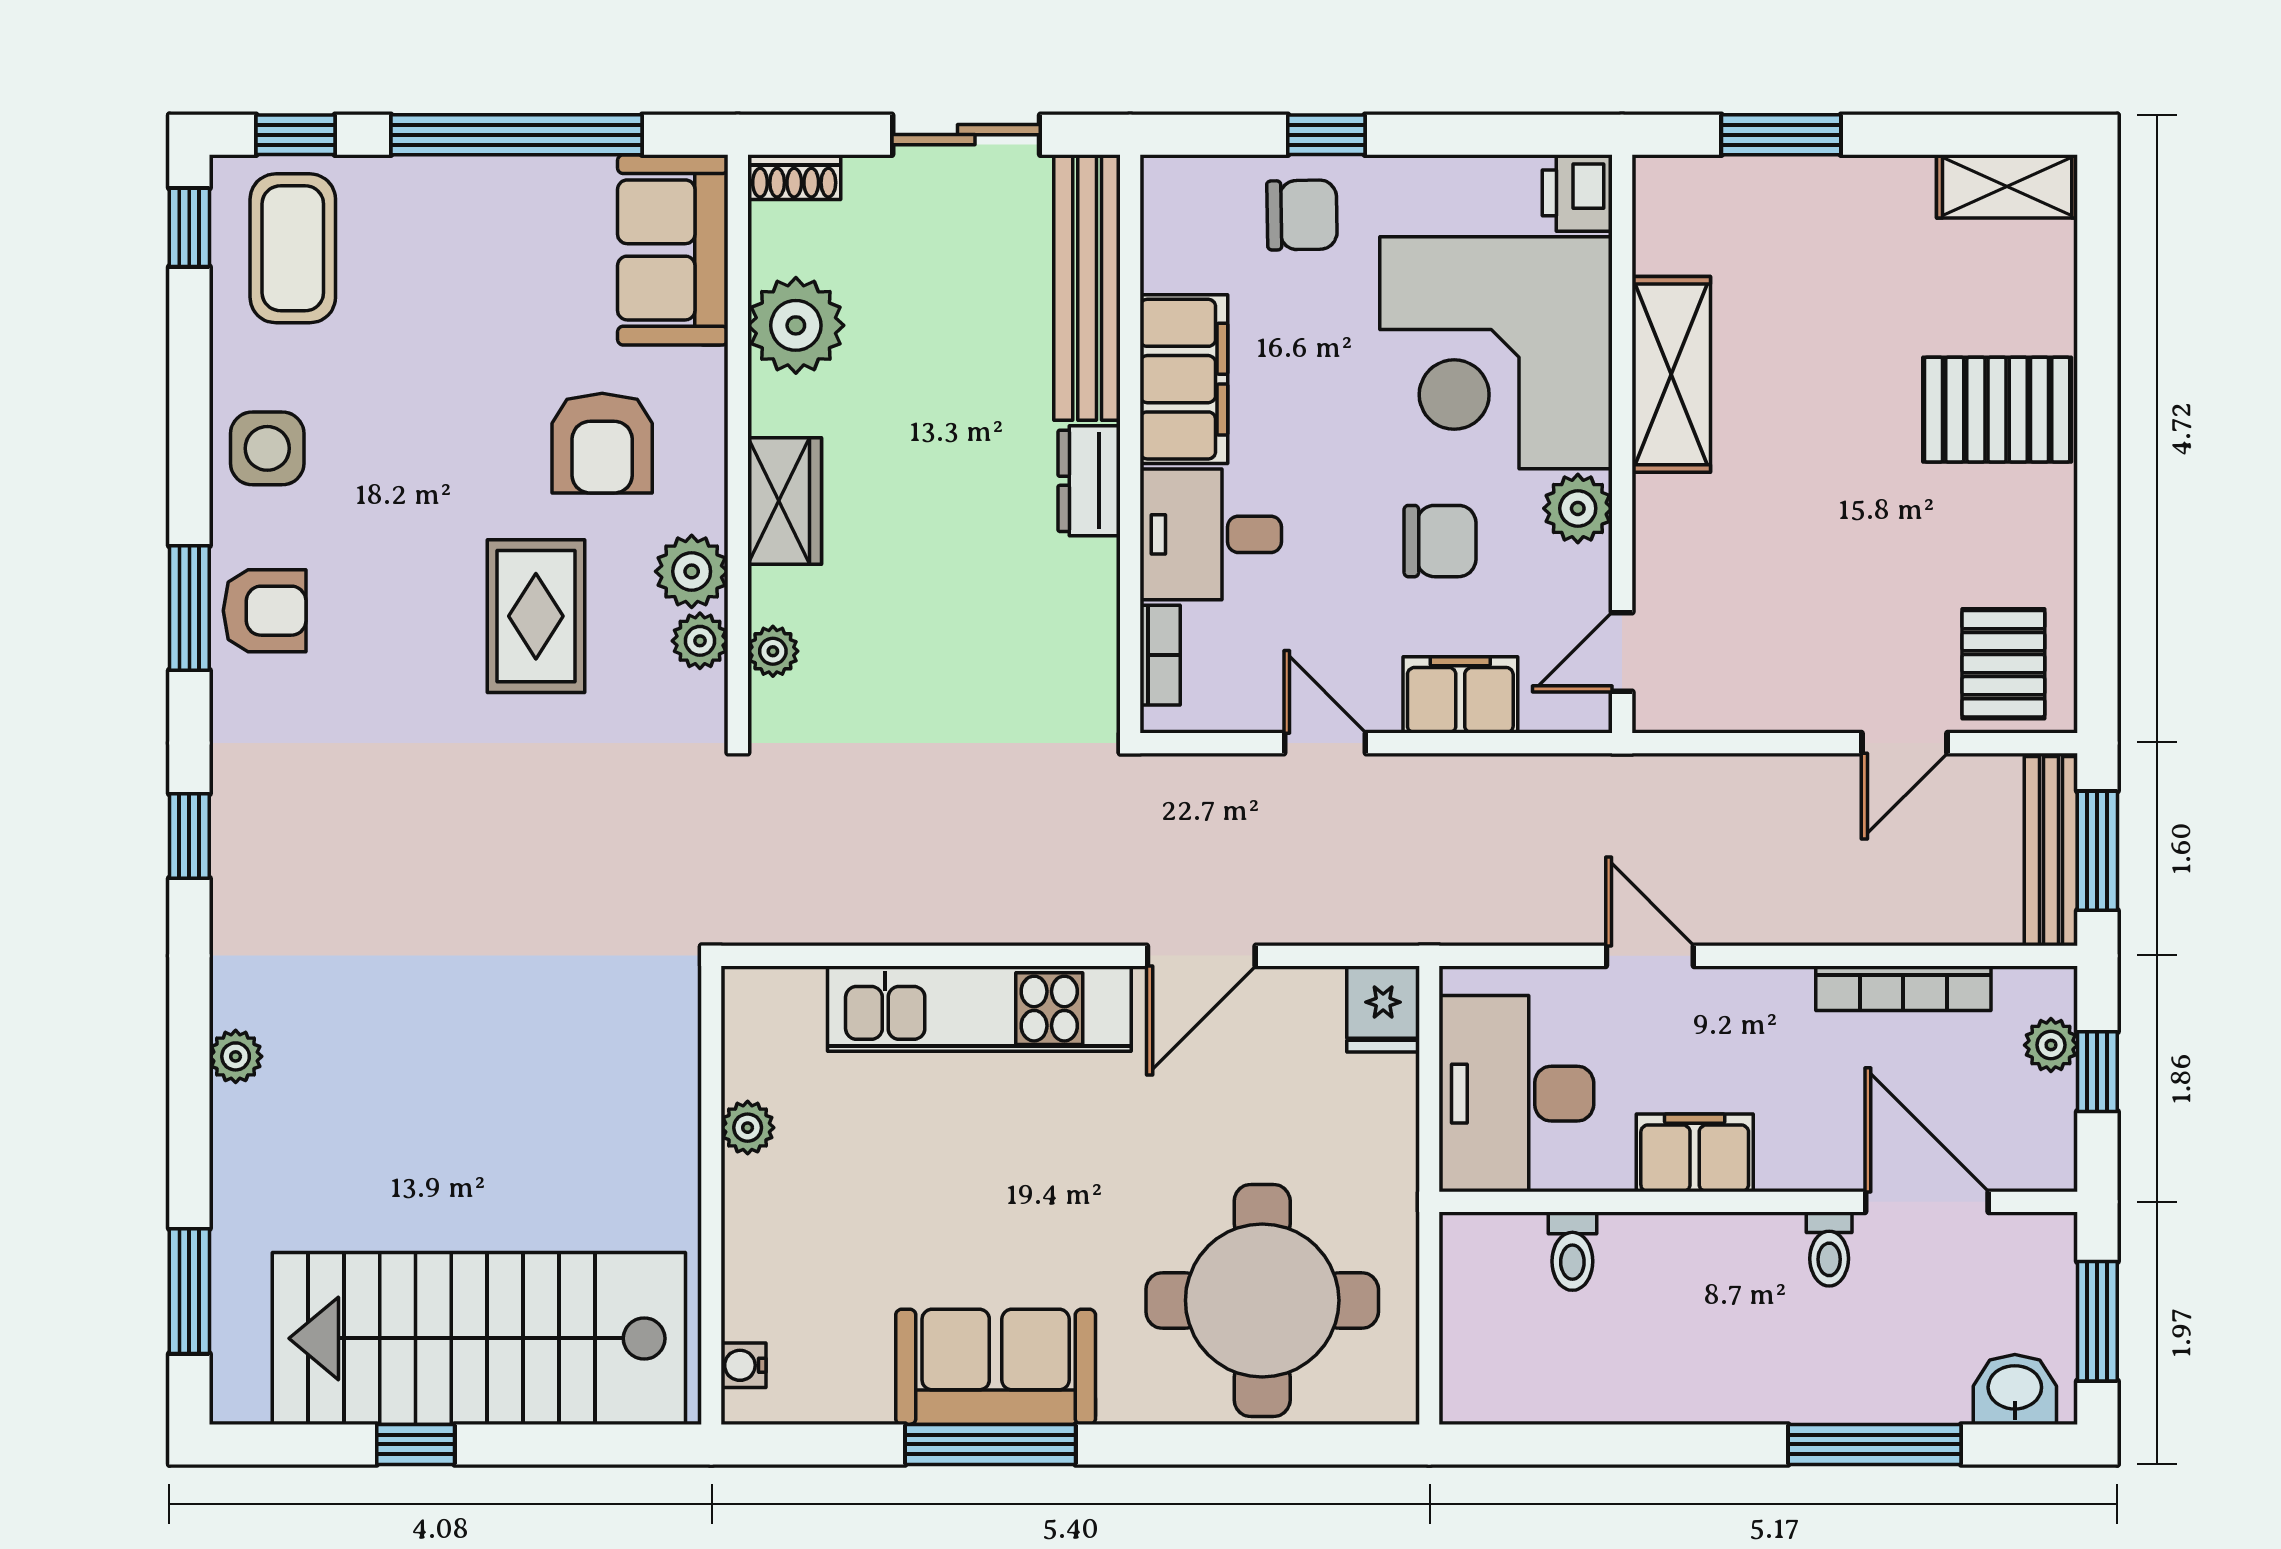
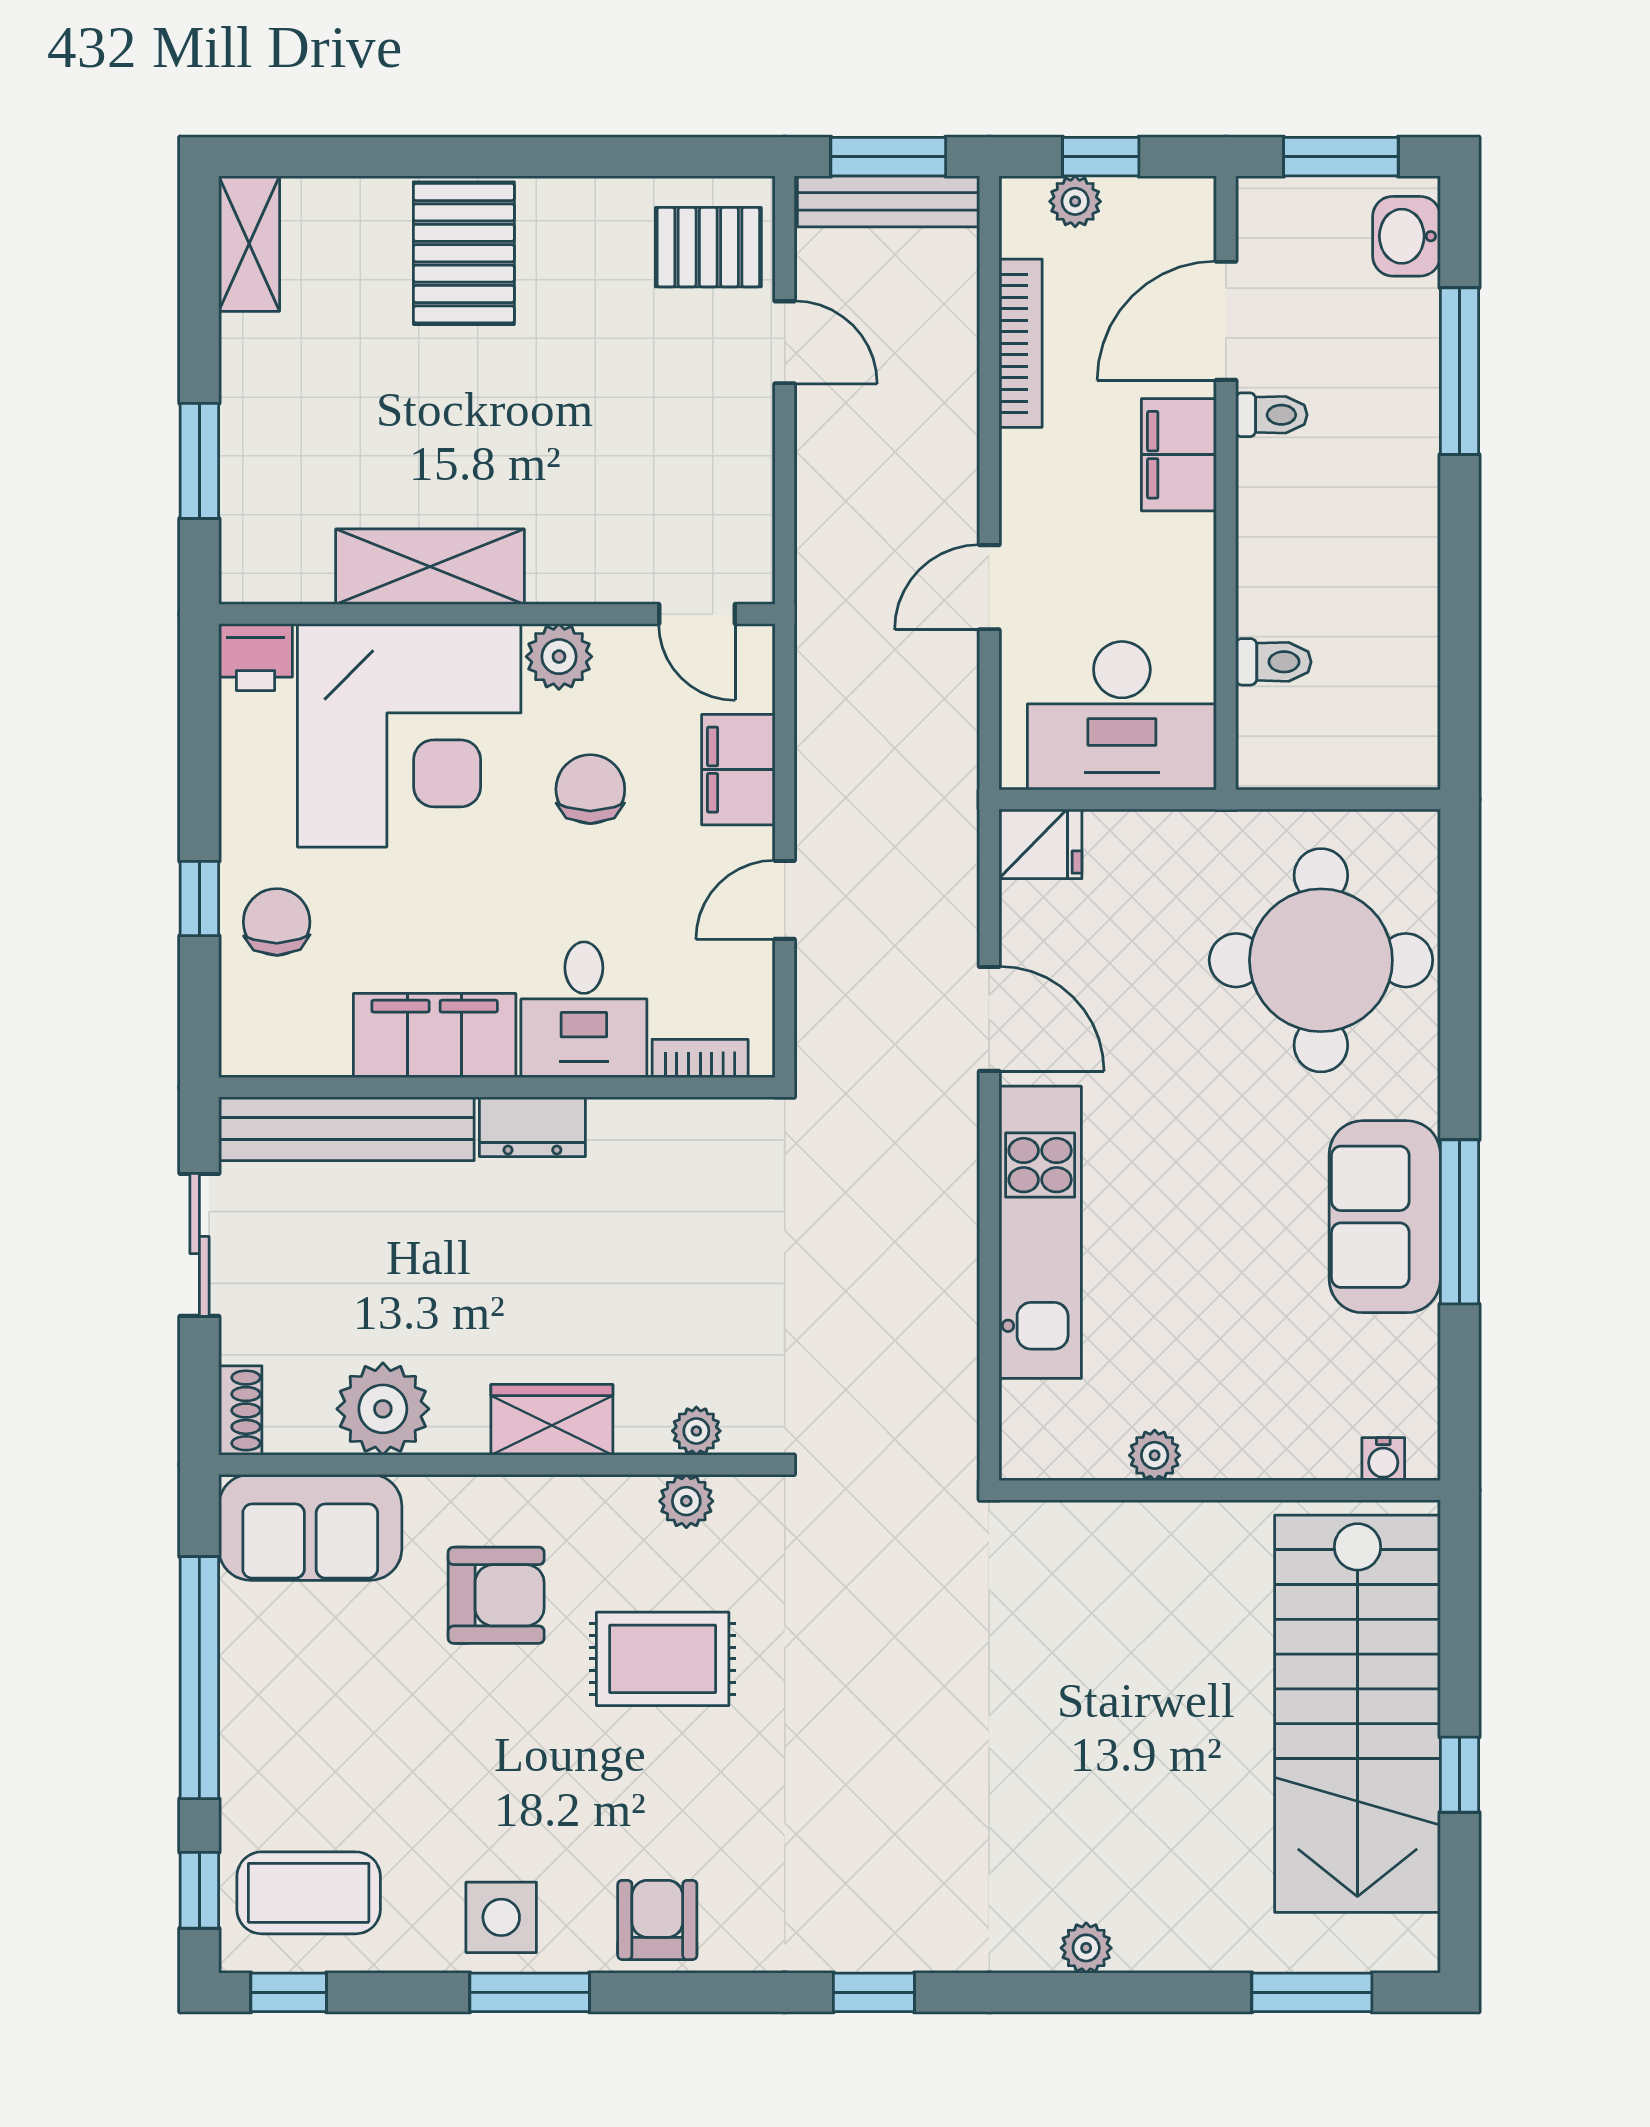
plant: (692, 571) -> (620, 1509), removed
window: (189, 608) -> (530, 1992), moved
filing cabinet: (1695, 1153) -> (1179, 455), moved

